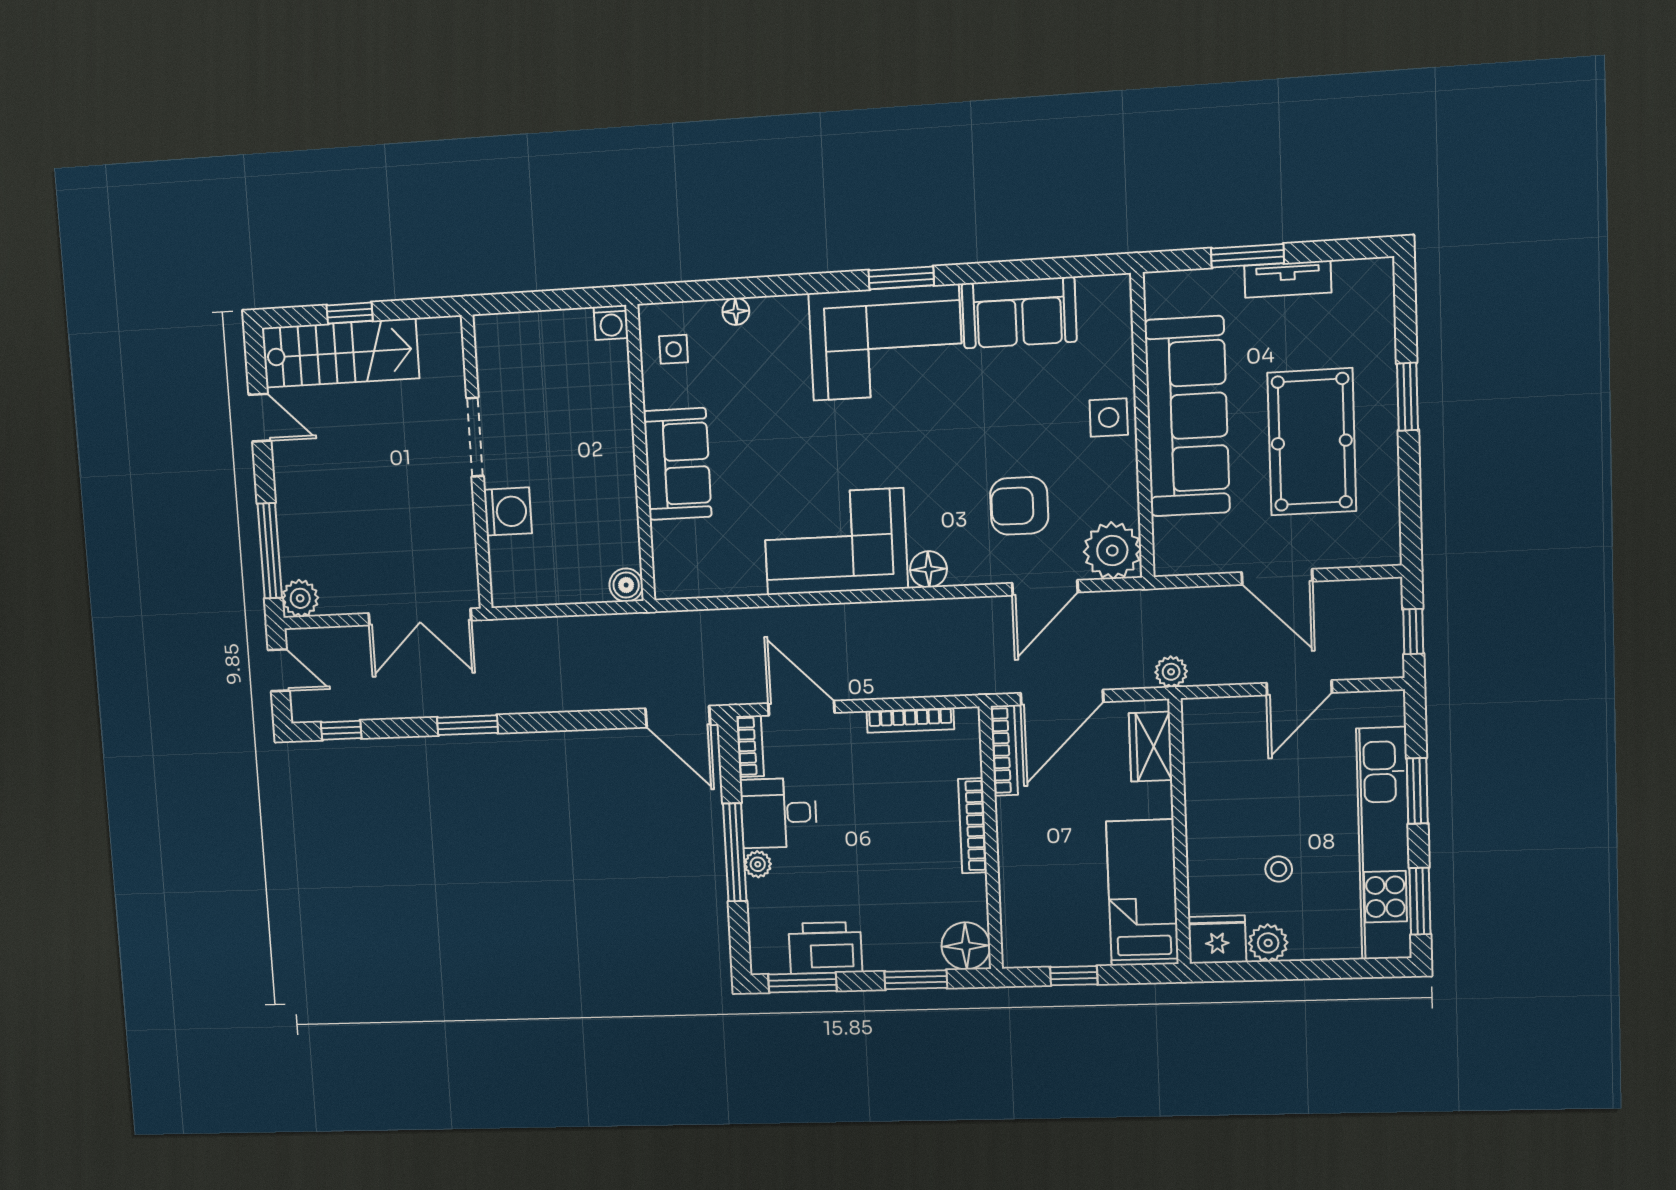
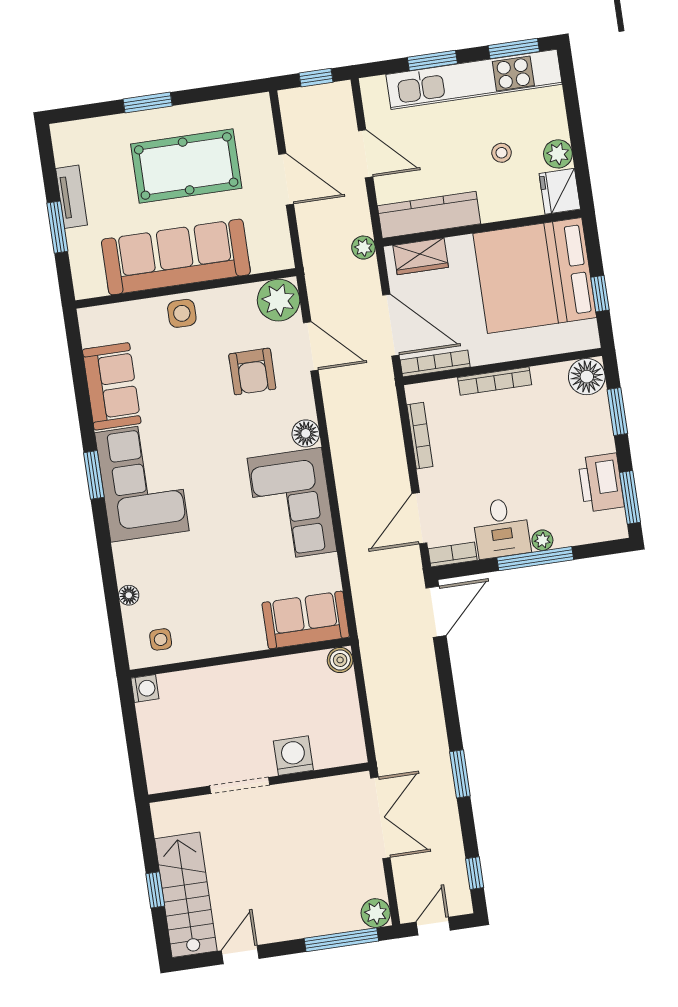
sofa: (677, 464) -> (306, 620), moved
door: (1277, 577) -> (286, 179), hinge flipped
kitchen counter: (1205, 764) -> (429, 215), added
bed: (1142, 893) -> (535, 276), width x2.04

